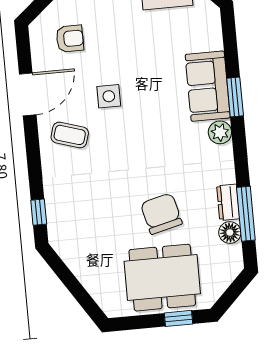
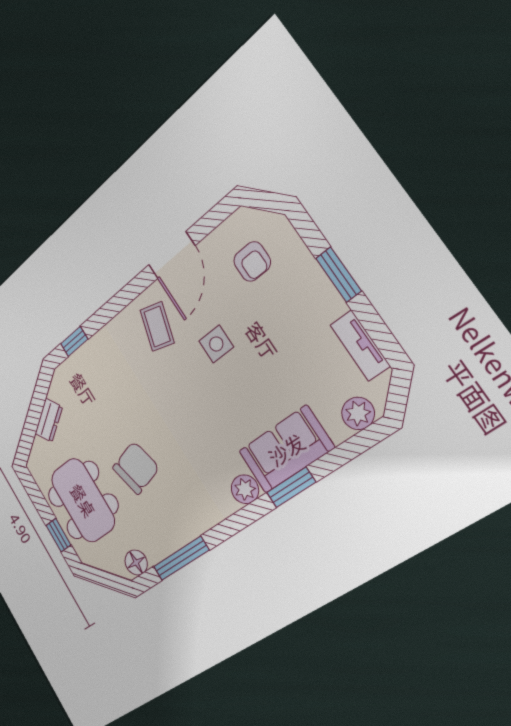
plant: (209, 24) -> (358, 413), added
door: (28, 94) -> (172, 255), hinge flipped
dresser: (228, 202) -> (49, 420), moved, turned 147
floor lamp: (230, 233) -> (136, 562), moved

